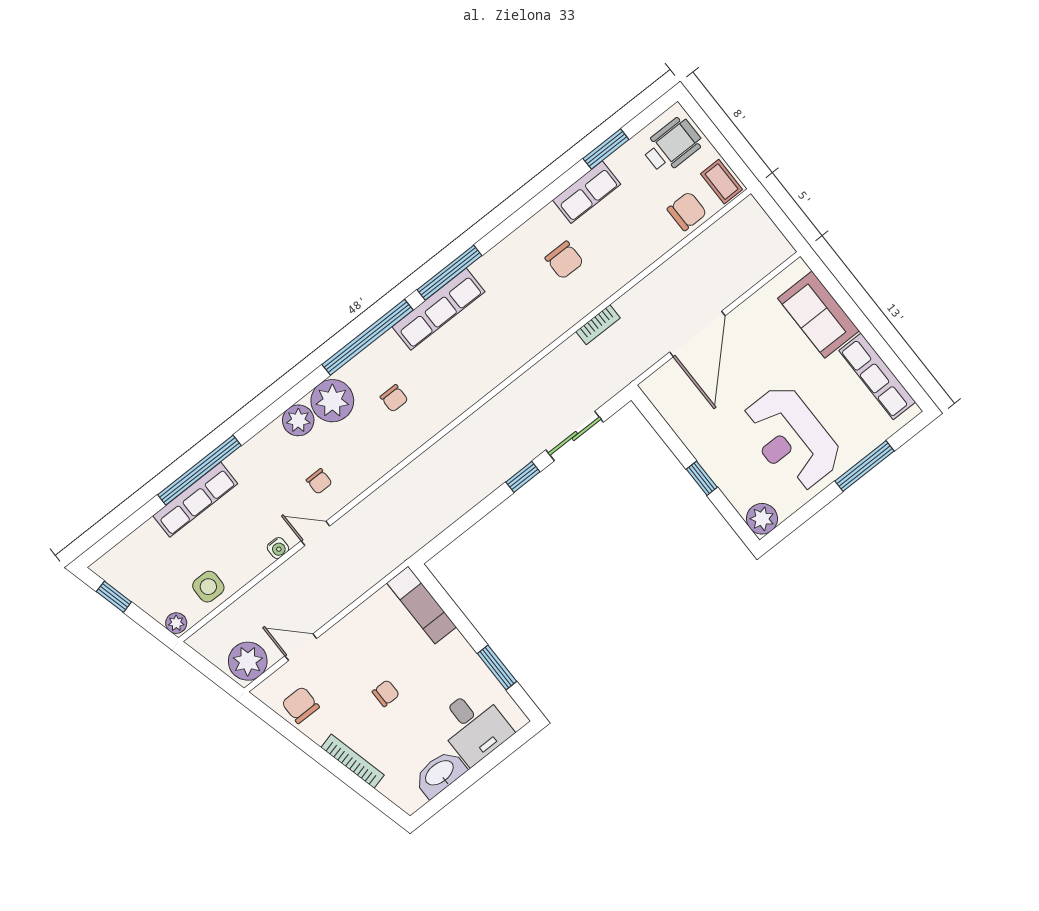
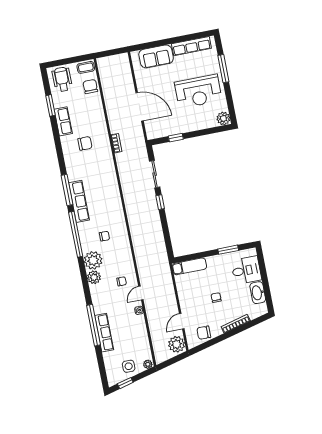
window: (702, 478) -> (176, 138), moved
side table: (208, 587) -> (129, 366), moved

